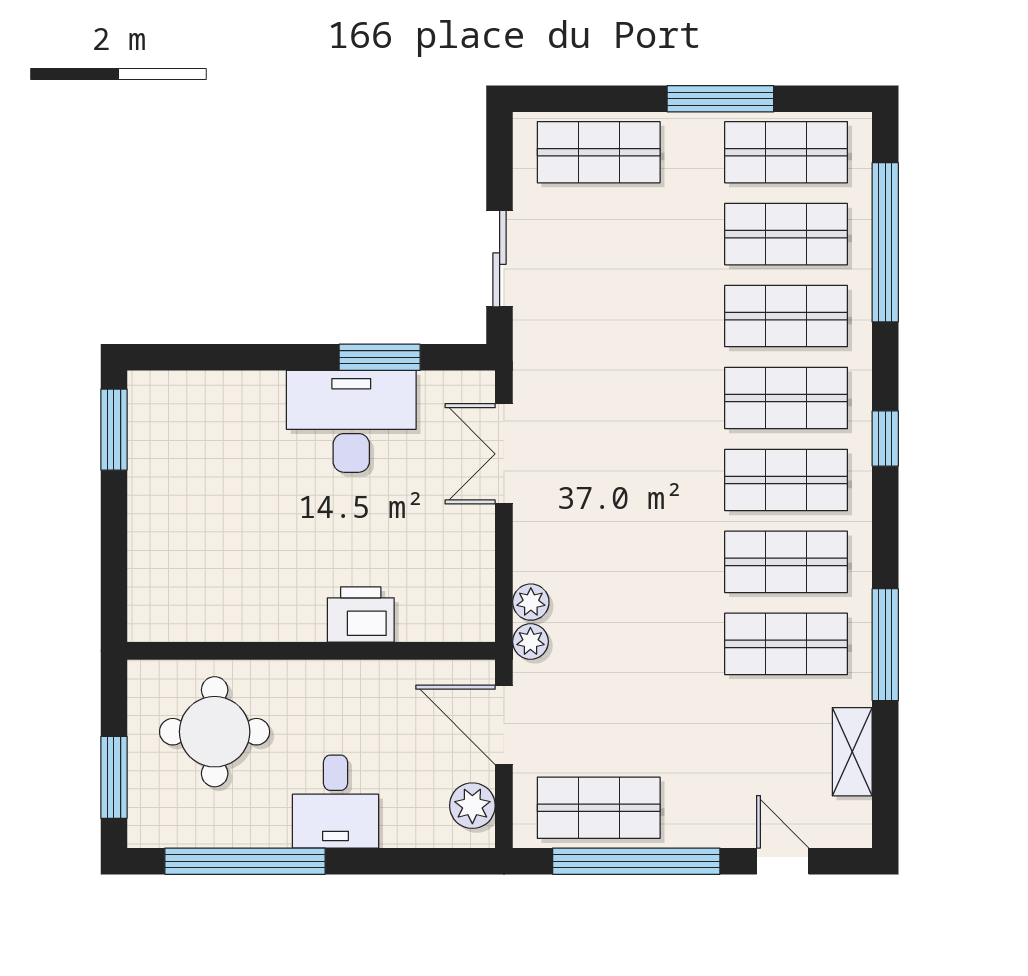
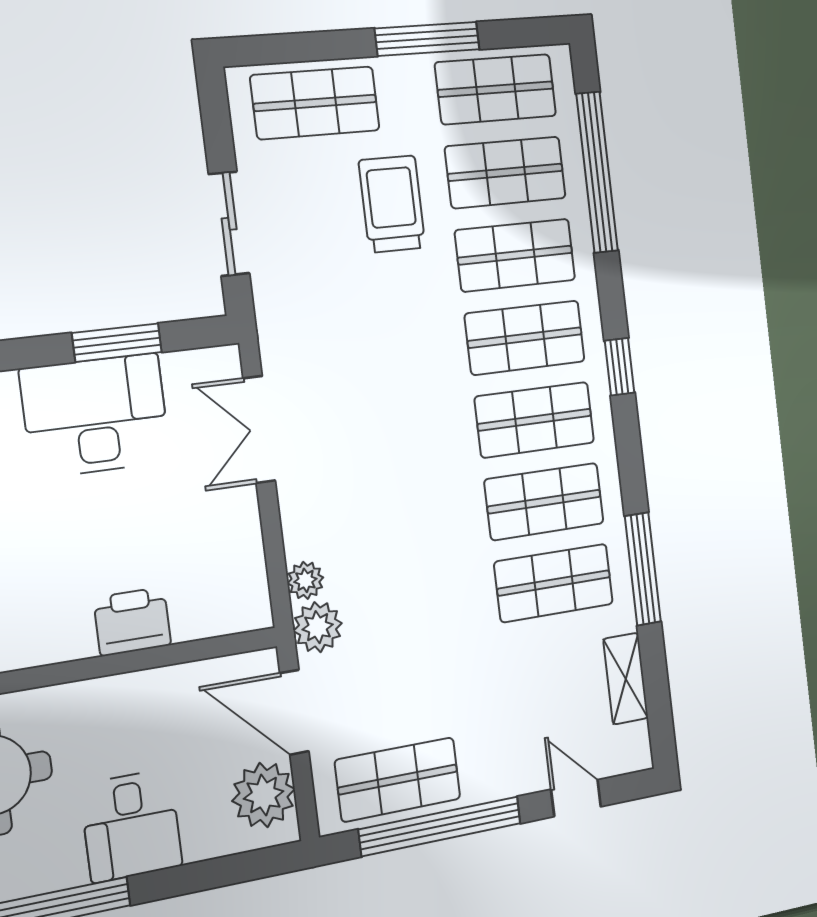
trolley: (664, 255) -> (392, 204), added
plant: (530, 642) -> (318, 627), width x1.38, depth x1.38
plant: (472, 806) -> (264, 795), width x1.36, depth x1.36

